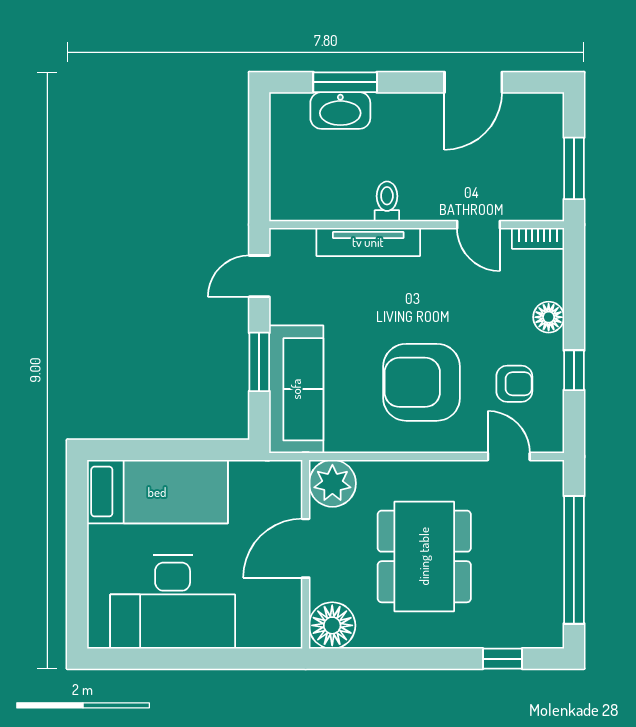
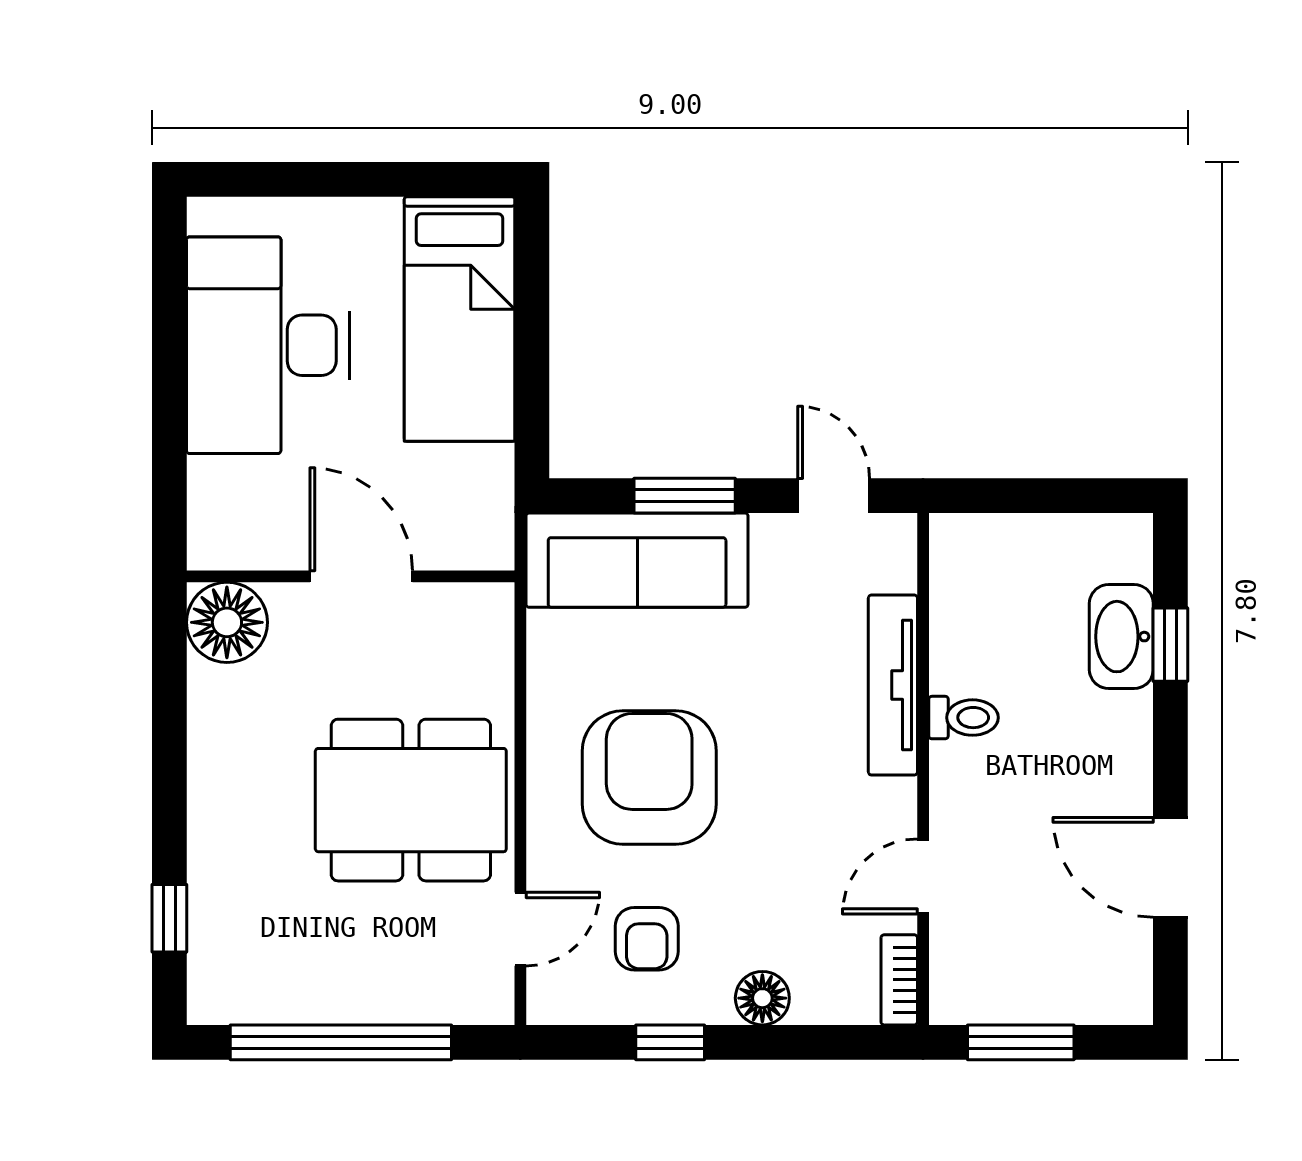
window: (345, 82) -> (1170, 645), width x0.67
plant: (332, 483) -> (474, 623), removed
dining table: (424, 556) -> (411, 800), moved

